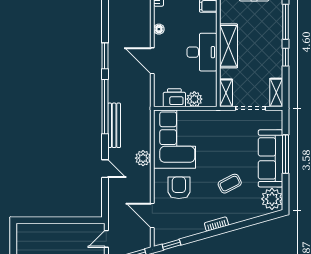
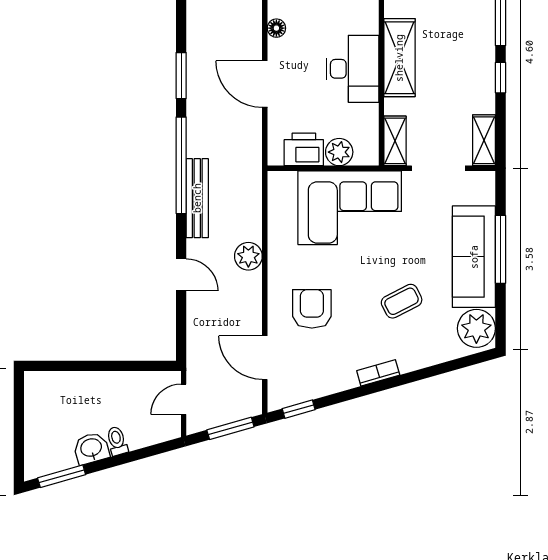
corner sofa: (175, 139) -> (350, 208), moved, turned 90

